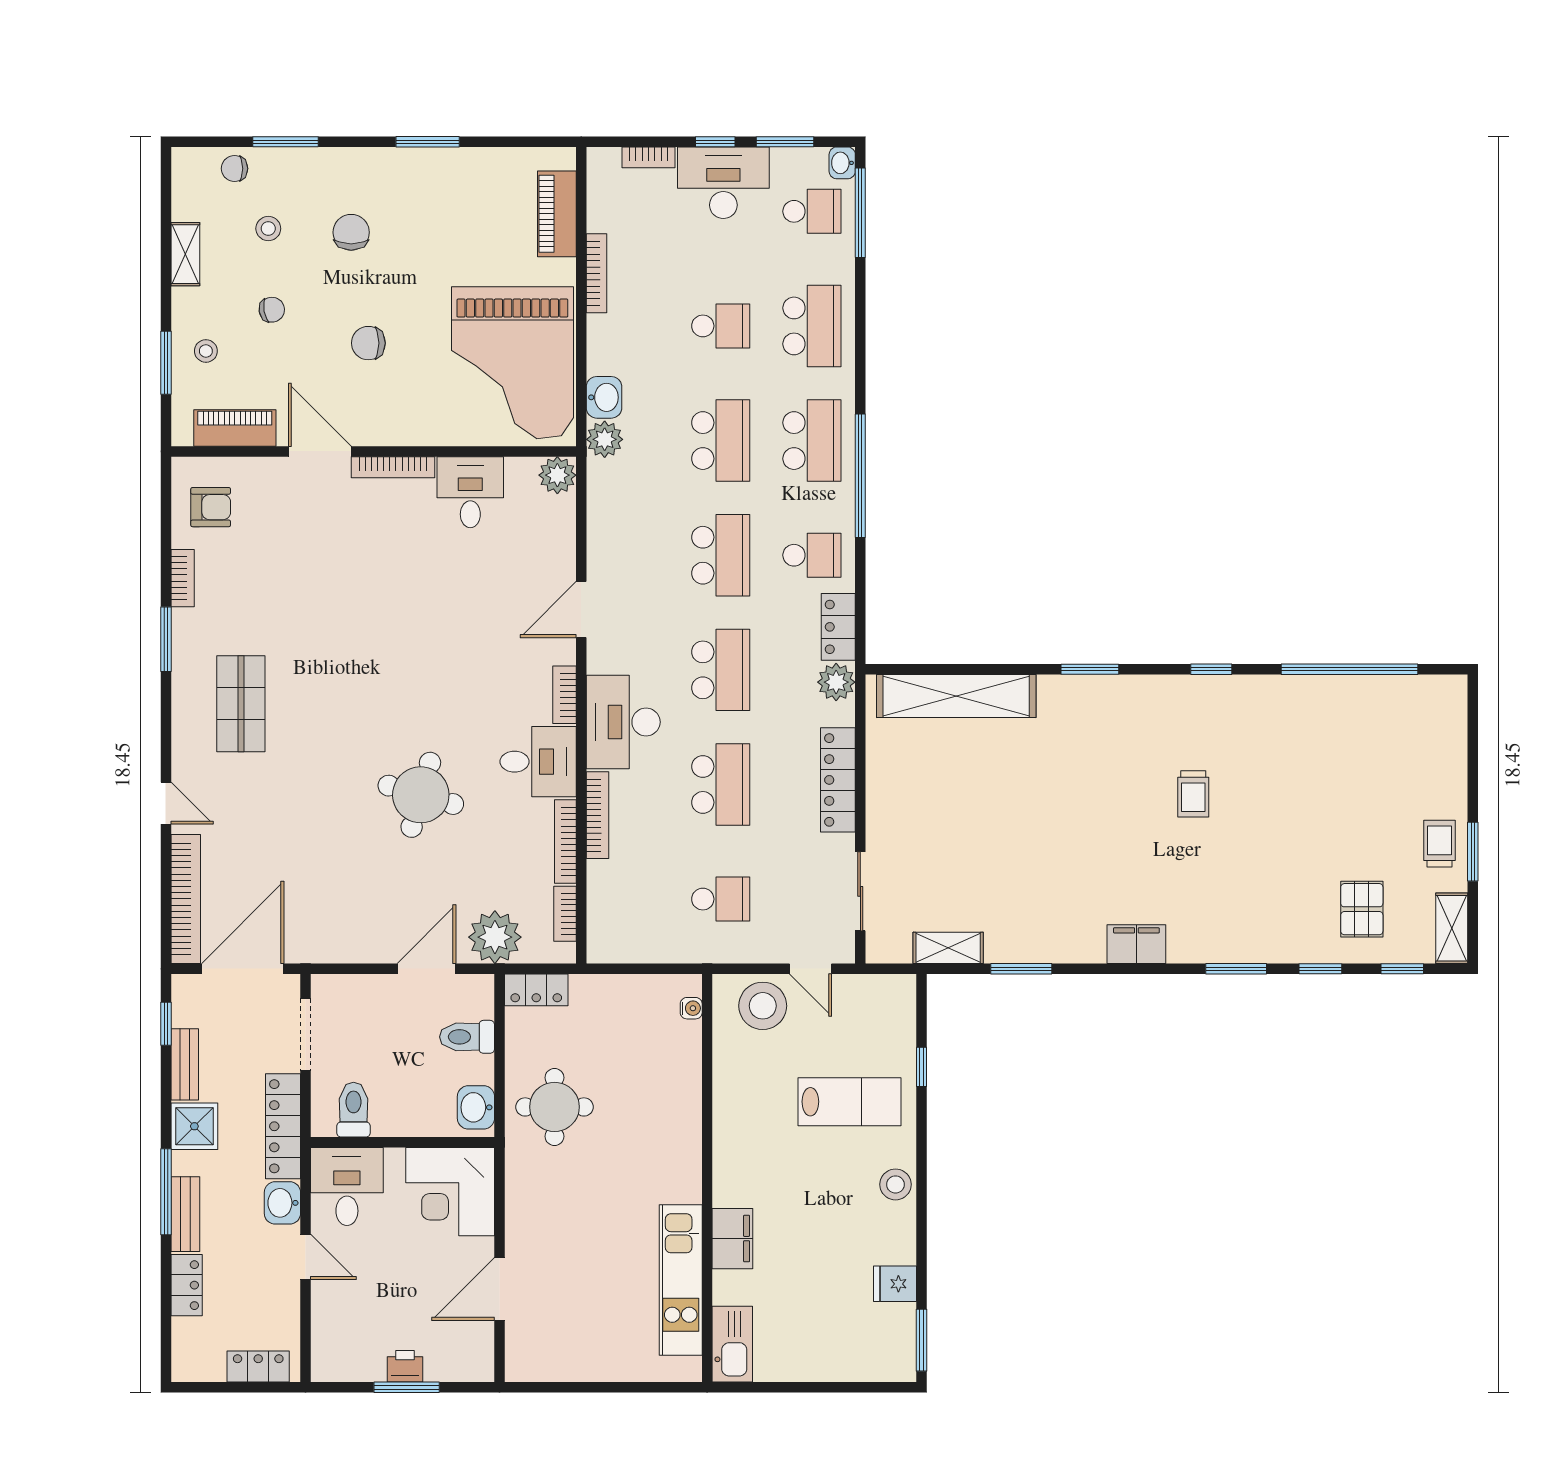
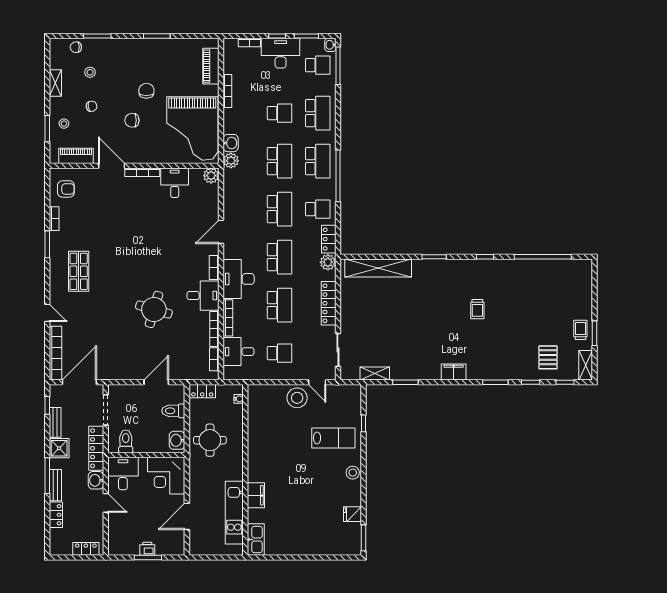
chair: (351, 232) -> (146, 91), moved
desk: (623, 895) -> (239, 352), added
plant: (495, 937) -> (185, 369), removed
water cooler: (691, 1008) -> (239, 399), moved
wall: (707, 1178) -> (245, 470), moved
filing cabinet: (732, 1239) -> (256, 495), moved
kitchen unit: (681, 1280) -> (234, 513), moved
kitchen sink: (732, 1344) -> (256, 539), moved

